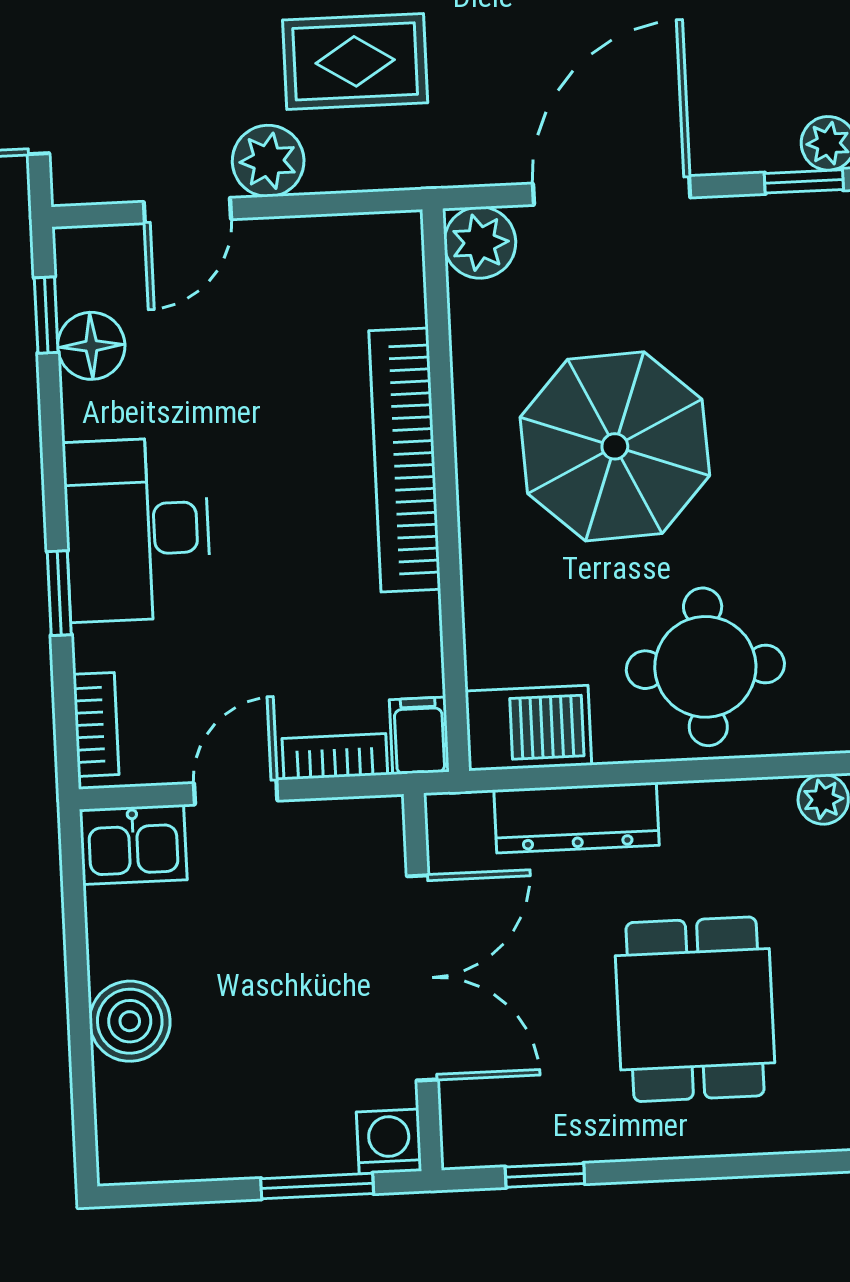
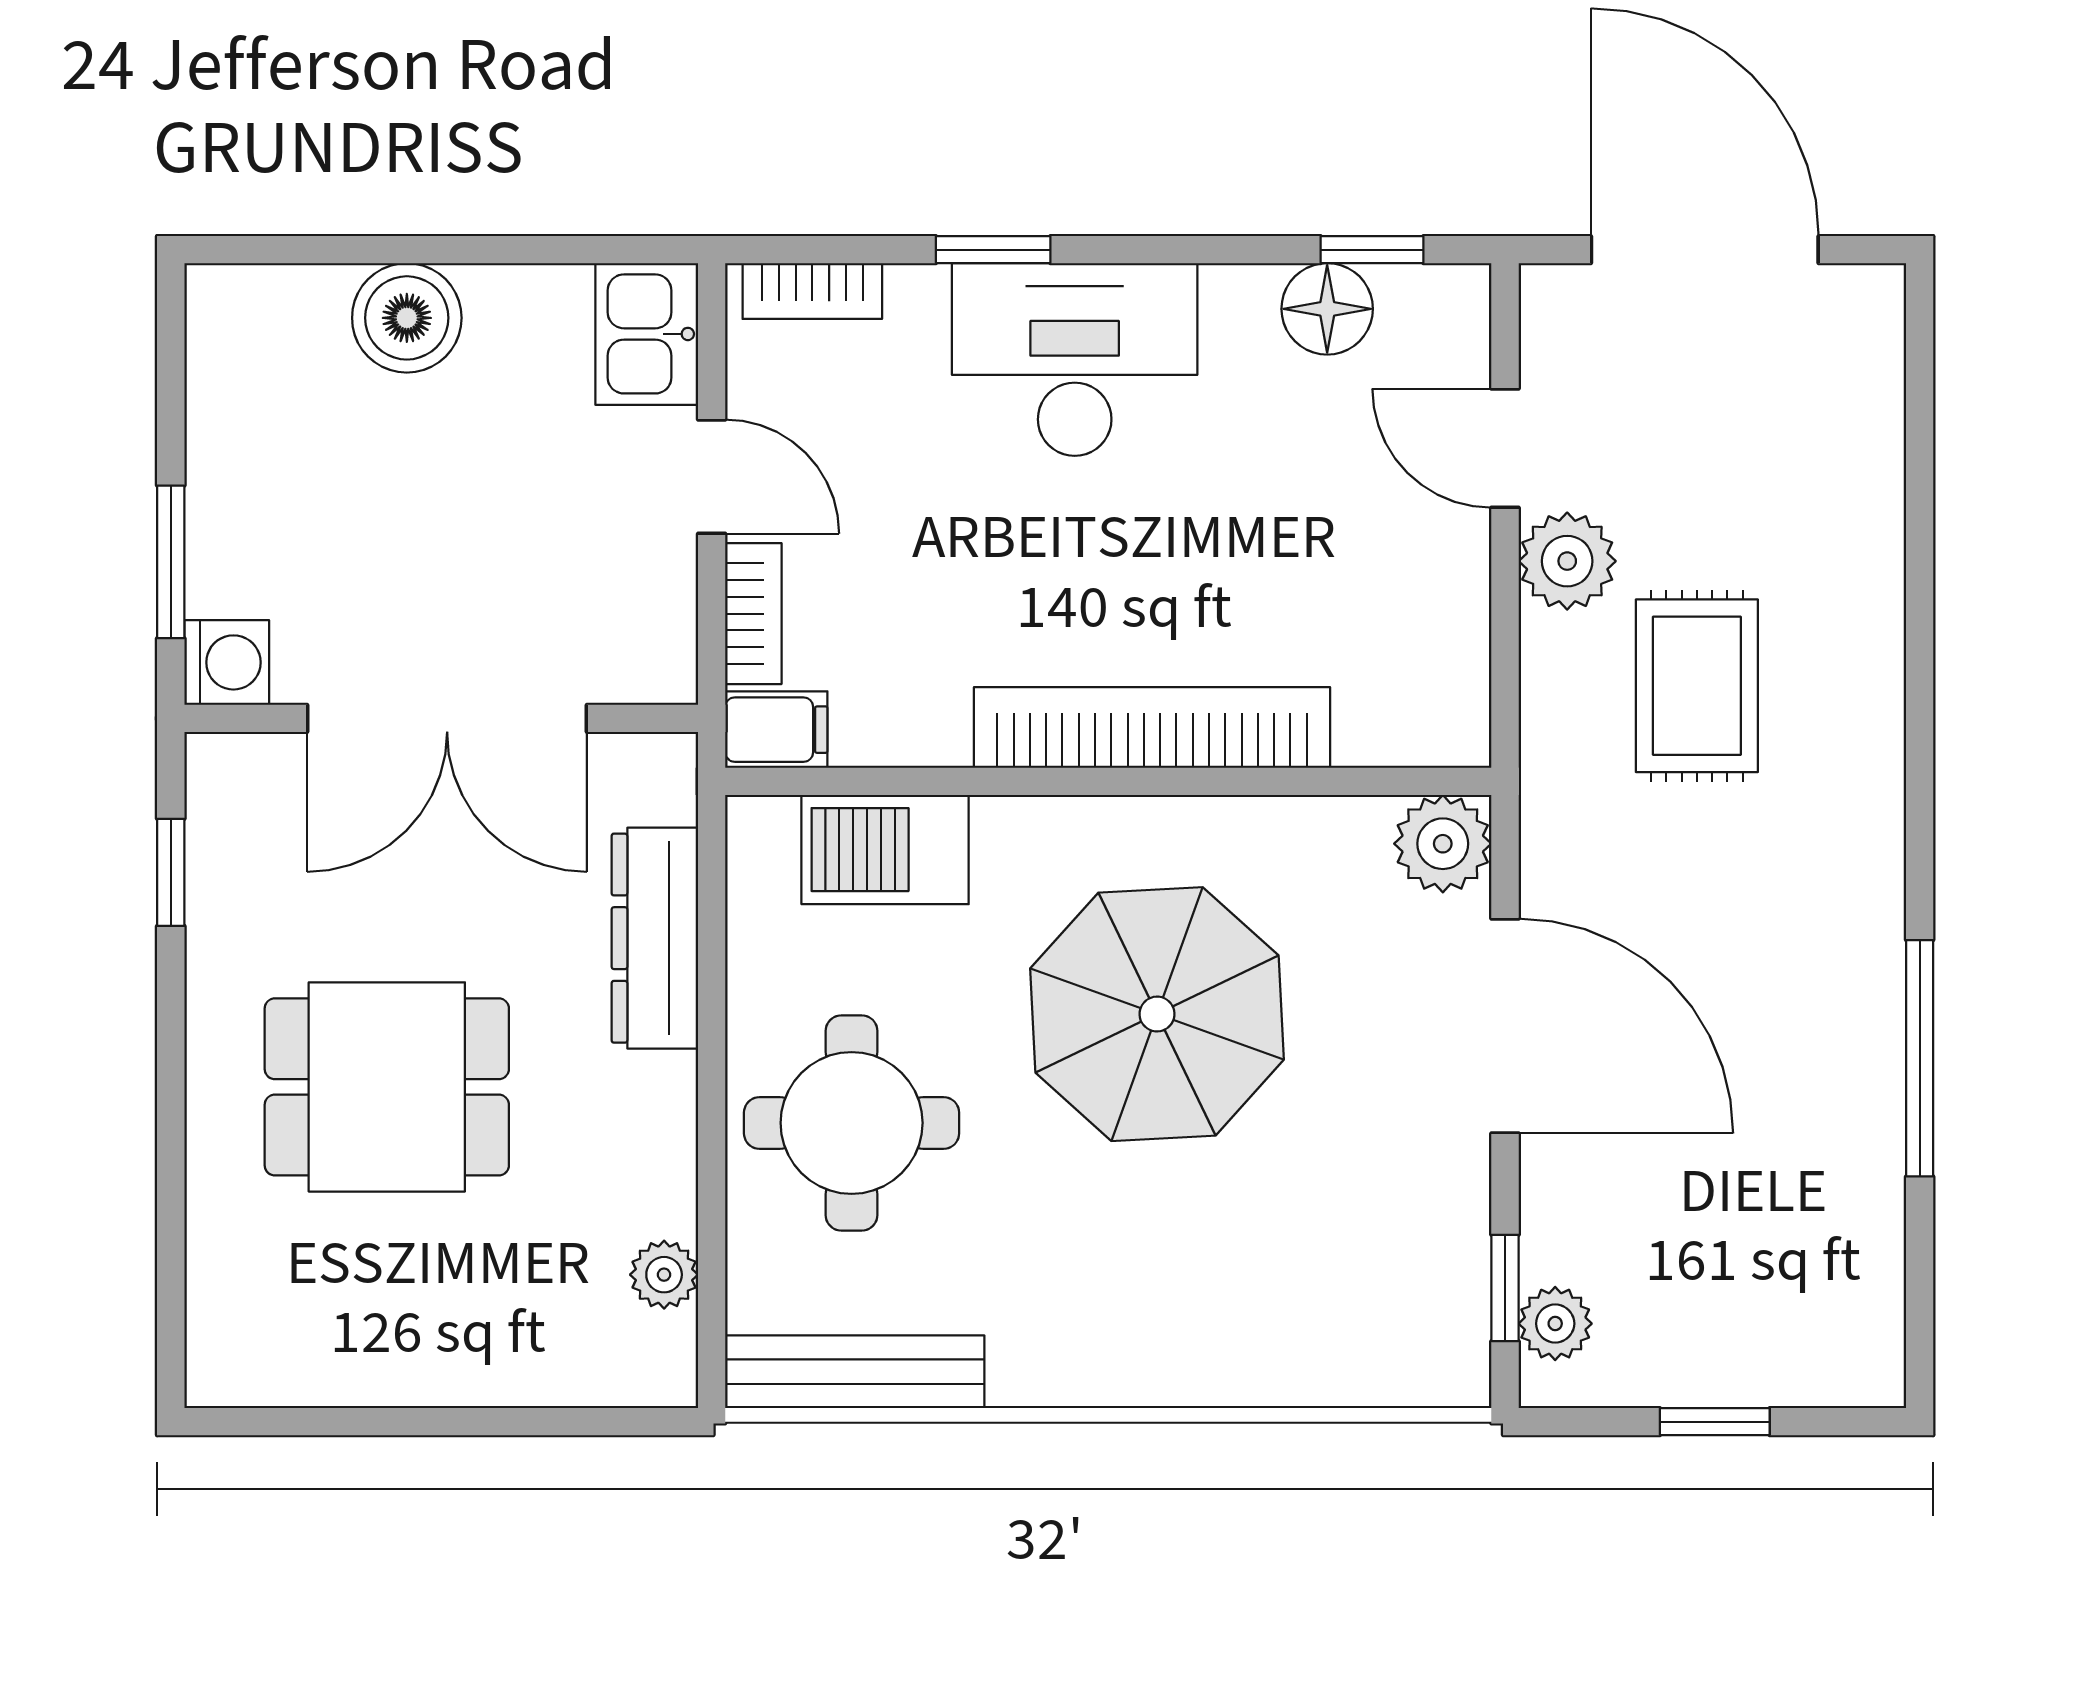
barbecue: (528, 728) -> (885, 850), moved, turned 90

